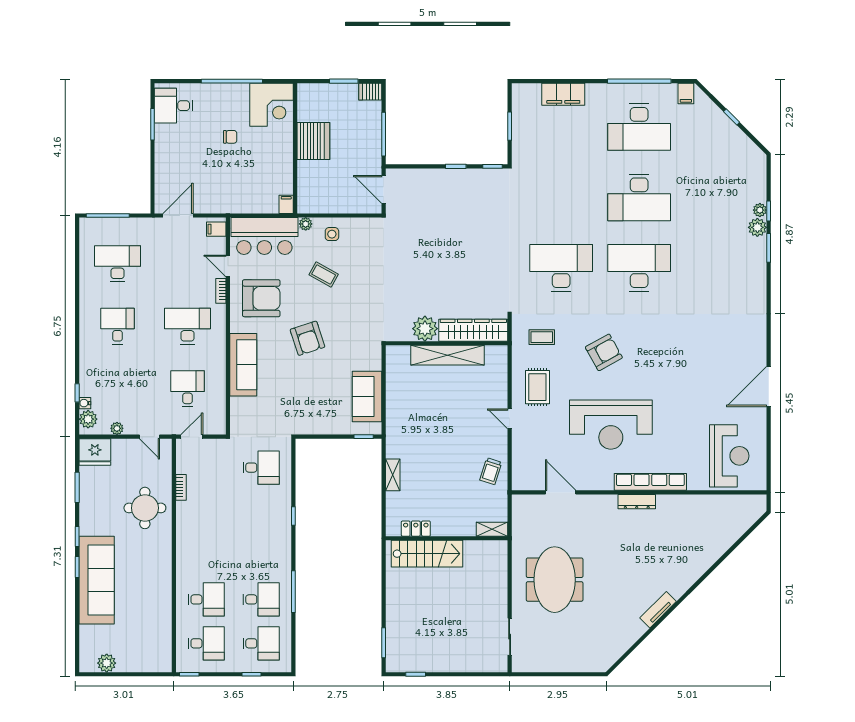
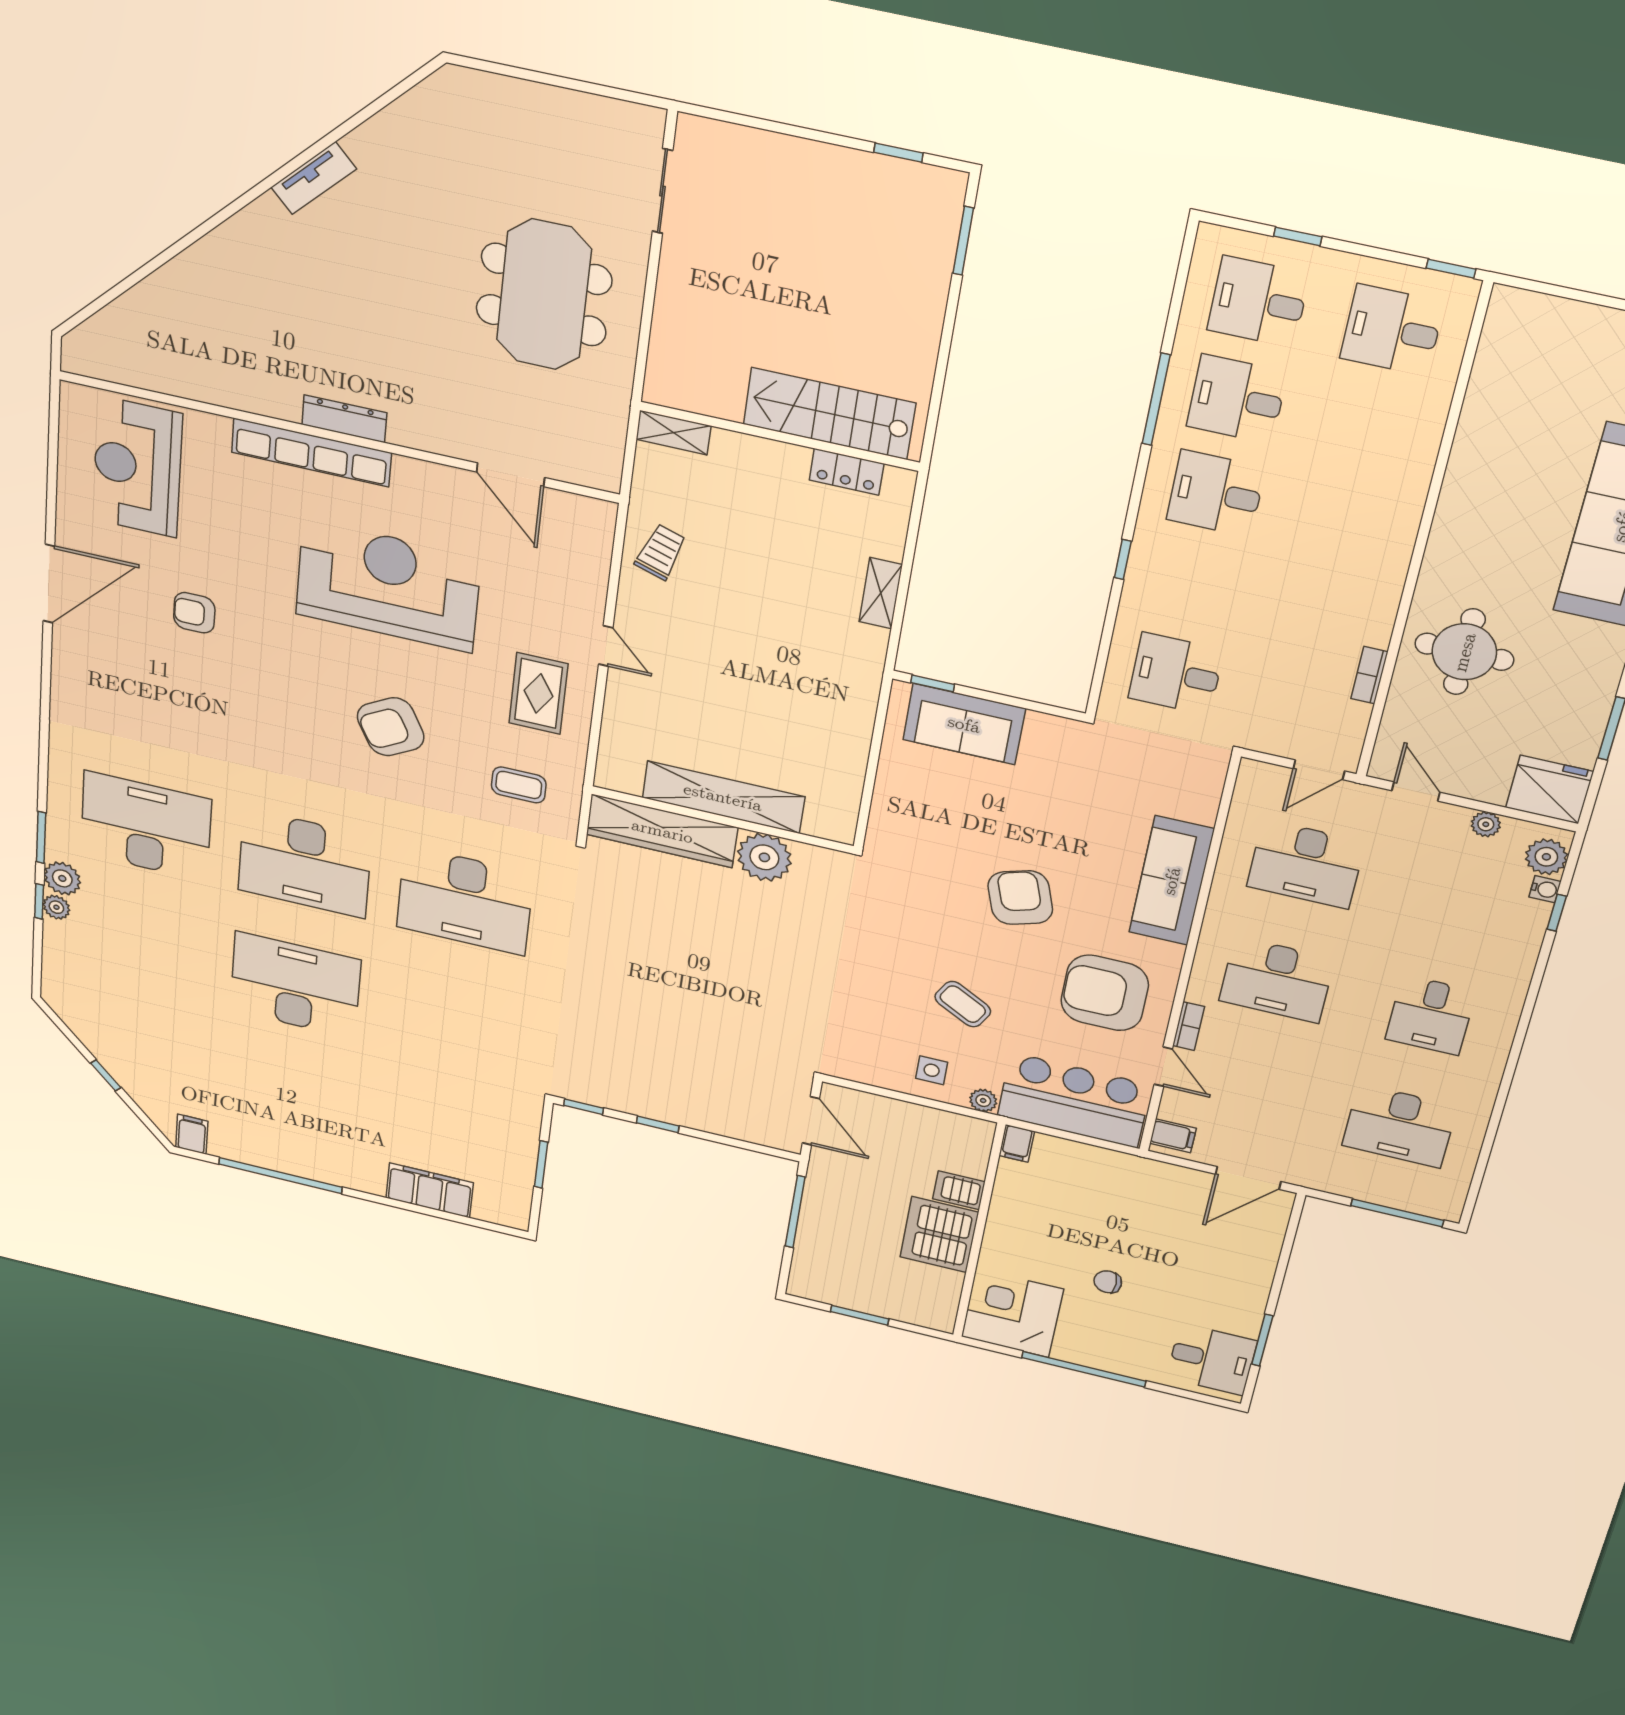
server rack: (370, 92) -> (959, 1190), moved, turned 180
desk: (639, 127) -> (146, 826), moved
desk: (188, 389) -> (1306, 864), width x1.37
armchair: (699, 389) -> (194, 613), added
sofa: (367, 397) -> (964, 724), moved, turned 90
desk: (206, 599) -> (1216, 493), moved

